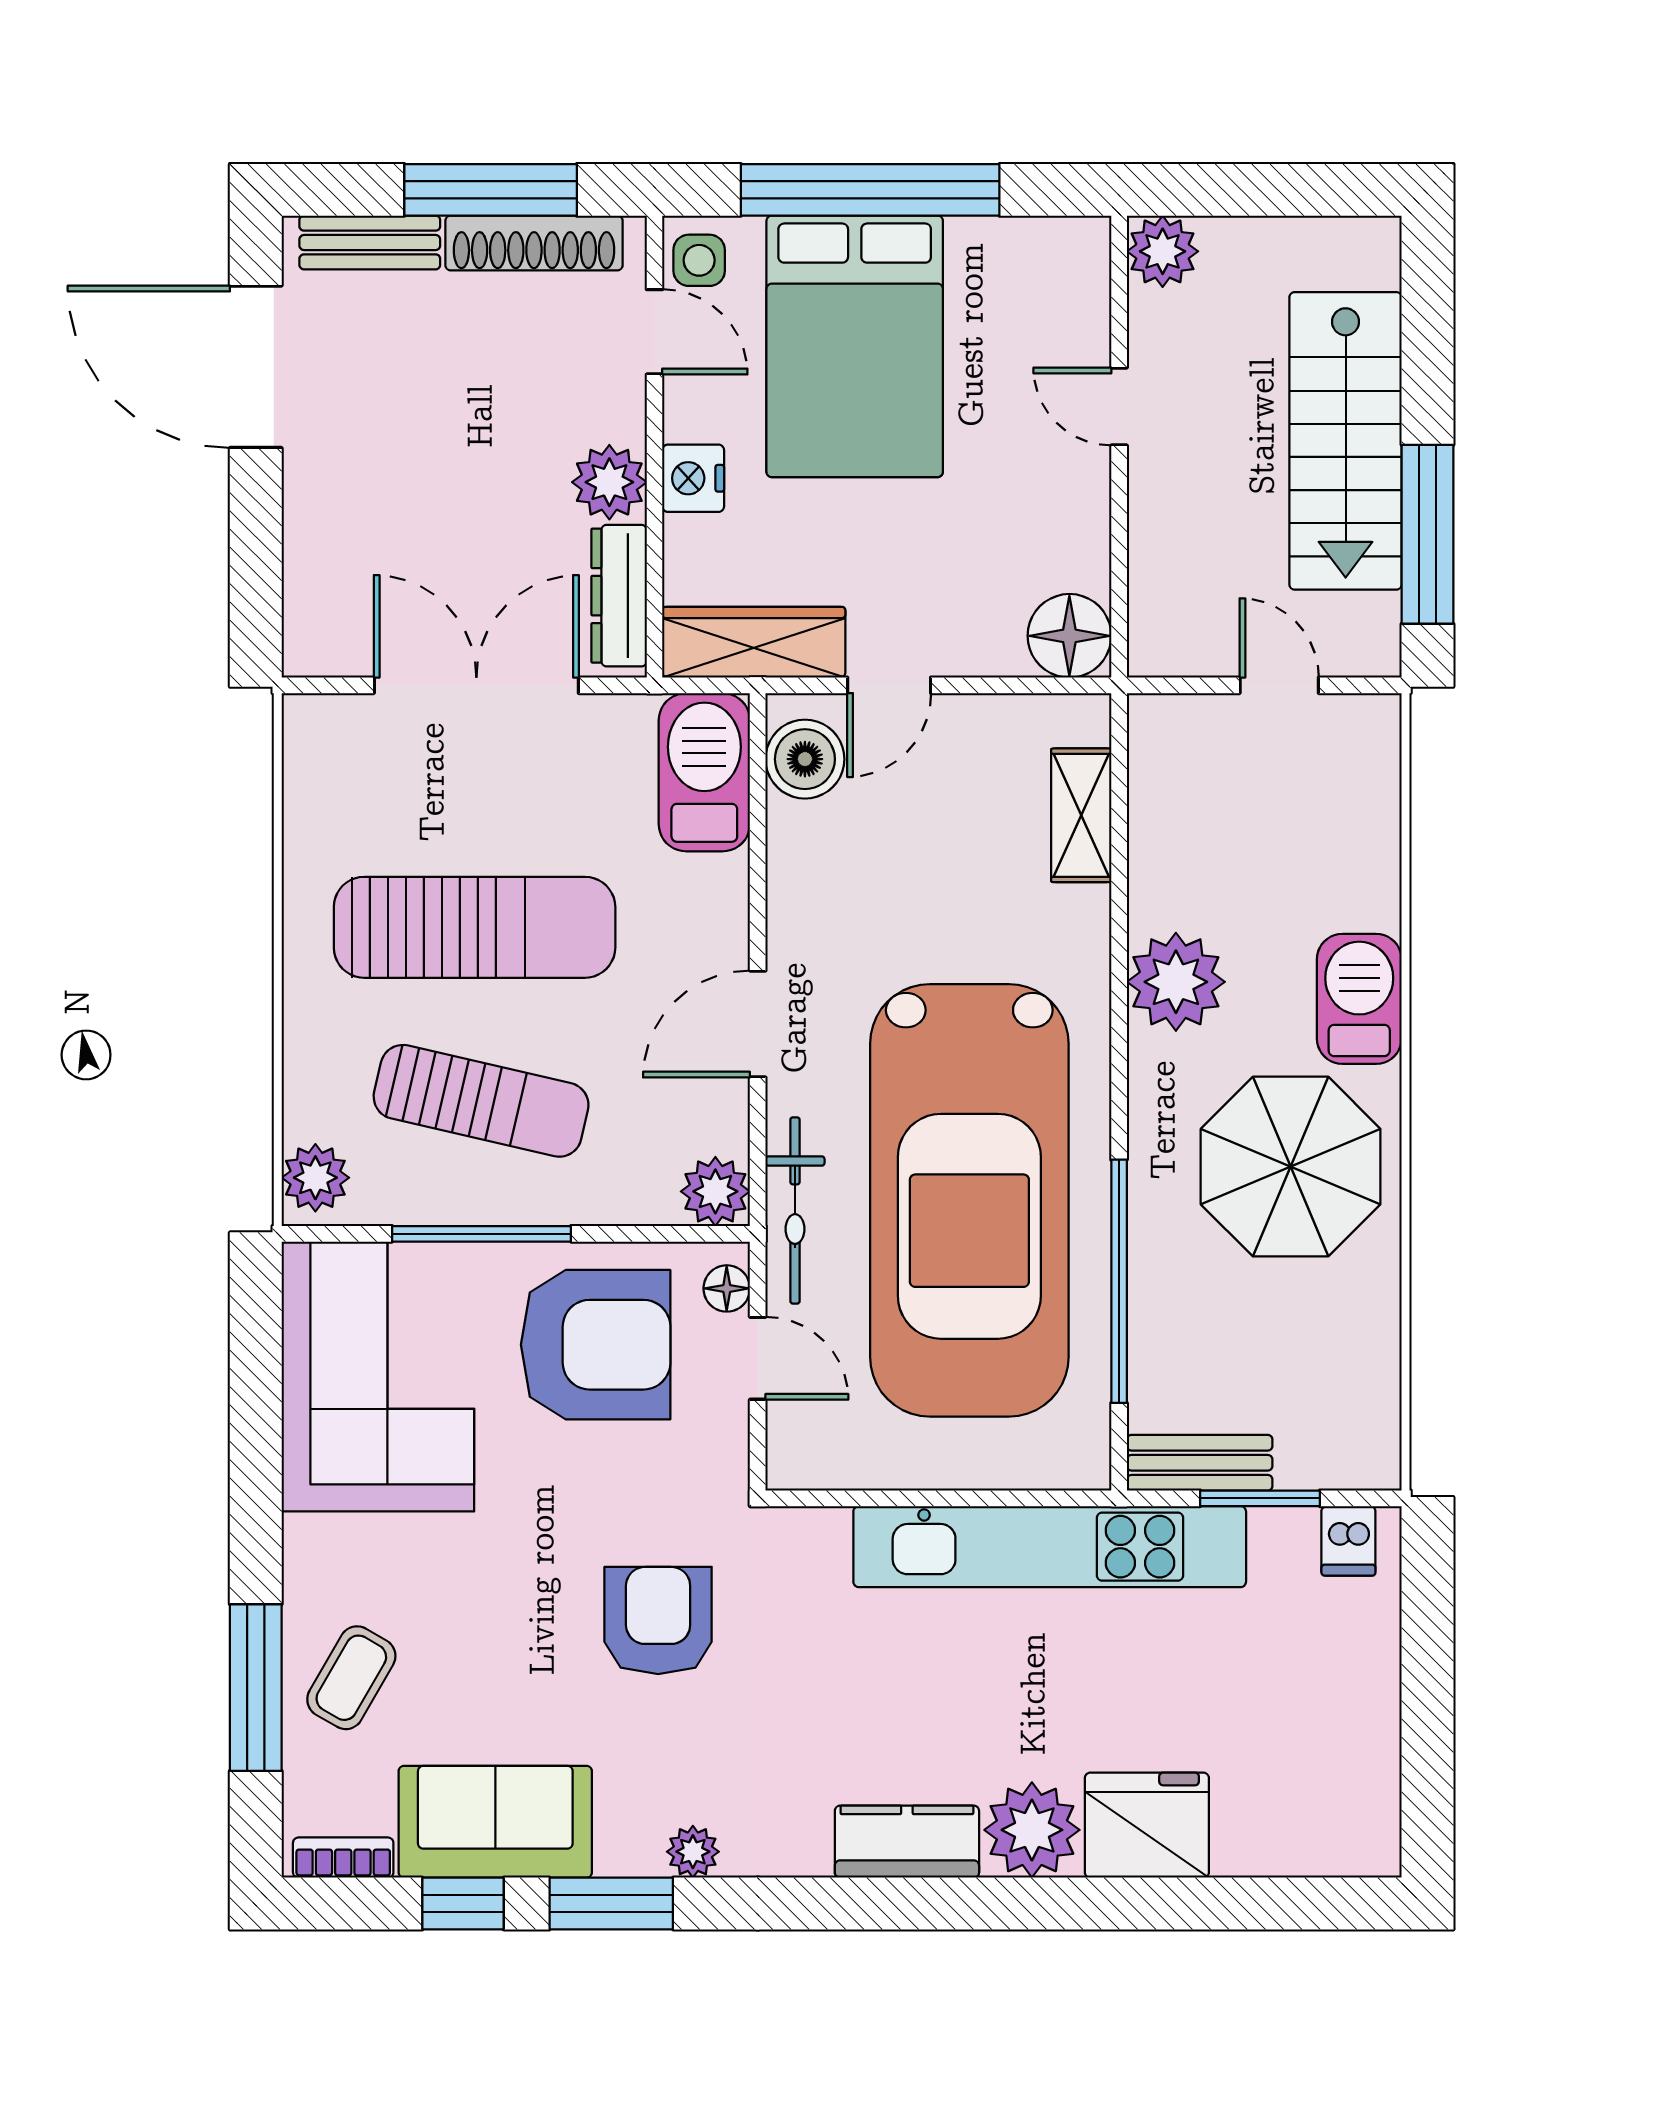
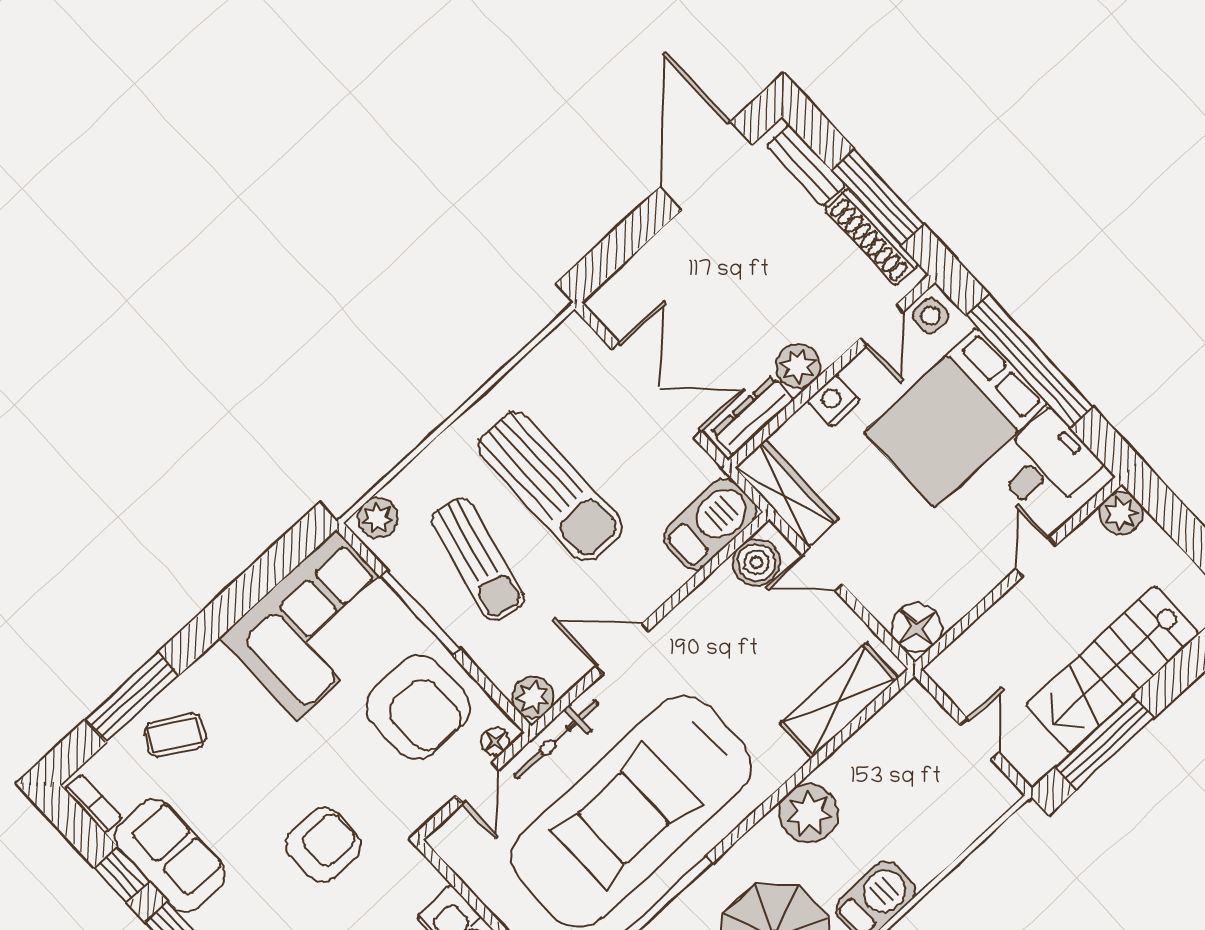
desk: (1016, 289) -> (1046, 465), added
shelving: (1081, 815) -> (839, 701), width x1.50, depth x1.33

